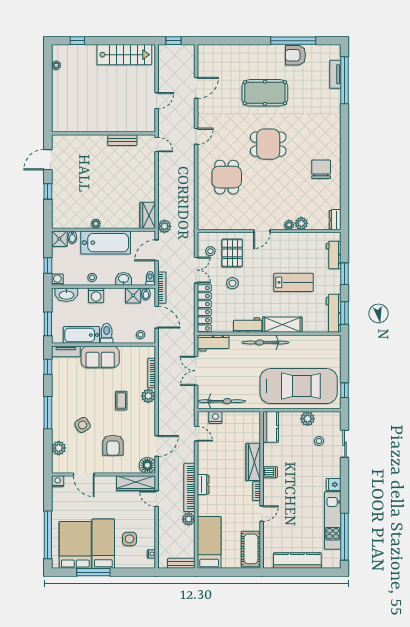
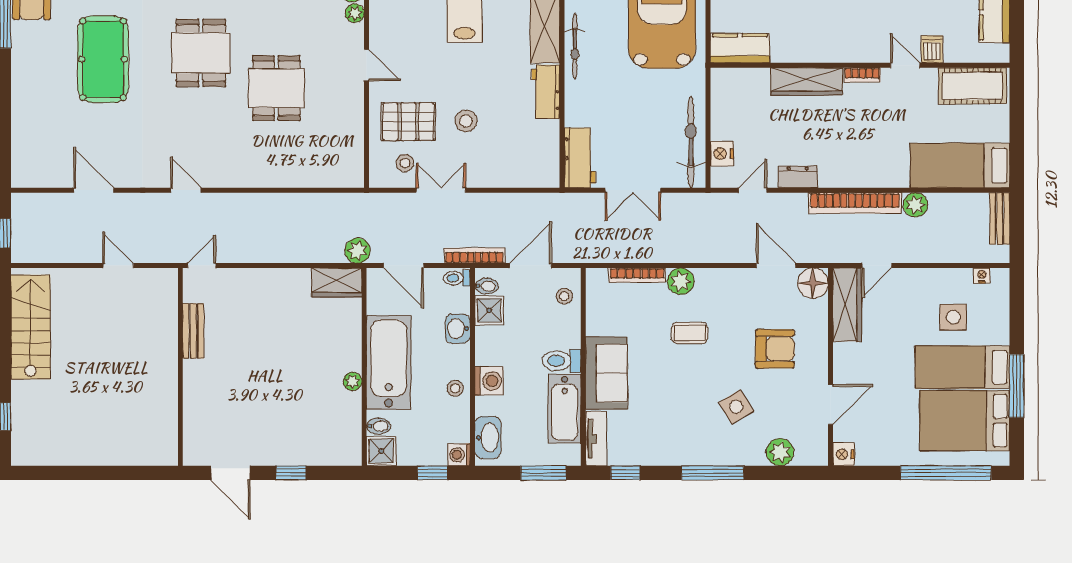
plant: (56, 65) -> (51, 457), removed
dining table: (227, 177) -> (276, 88), moved, turned 90
locker: (204, 308) -> (514, 175), removed
bicycle: (265, 342) -> (575, 46), width x0.73, depth x0.71
dishwasher: (270, 472) -> (932, 49), moved
dresser: (203, 484) -> (798, 177), moved

